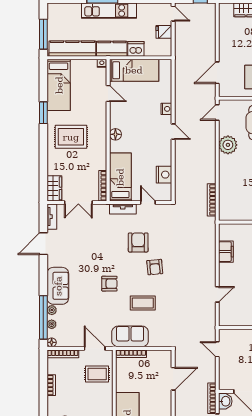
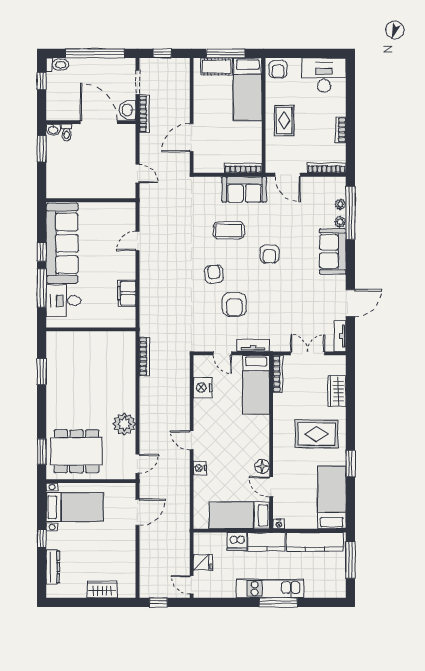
floor lamp: (115, 134) -> (262, 466), moved
wardrobe: (54, 188) -> (337, 391), moved
armchair: (109, 284) -> (270, 254), turned -90
floor lamp: (52, 342) -> (340, 182), removed
rug: (97, 374) -> (284, 120), moved, turned 90

